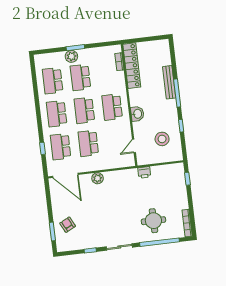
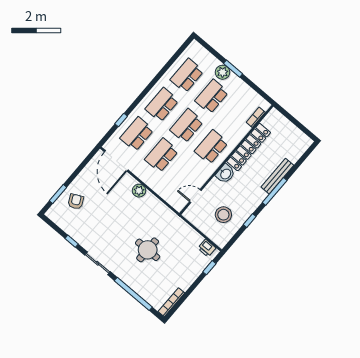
locker: (132, 66) -> (249, 147), moved
printer: (144, 172) -> (207, 248), moved
round table: (153, 221) -> (148, 250), moved

